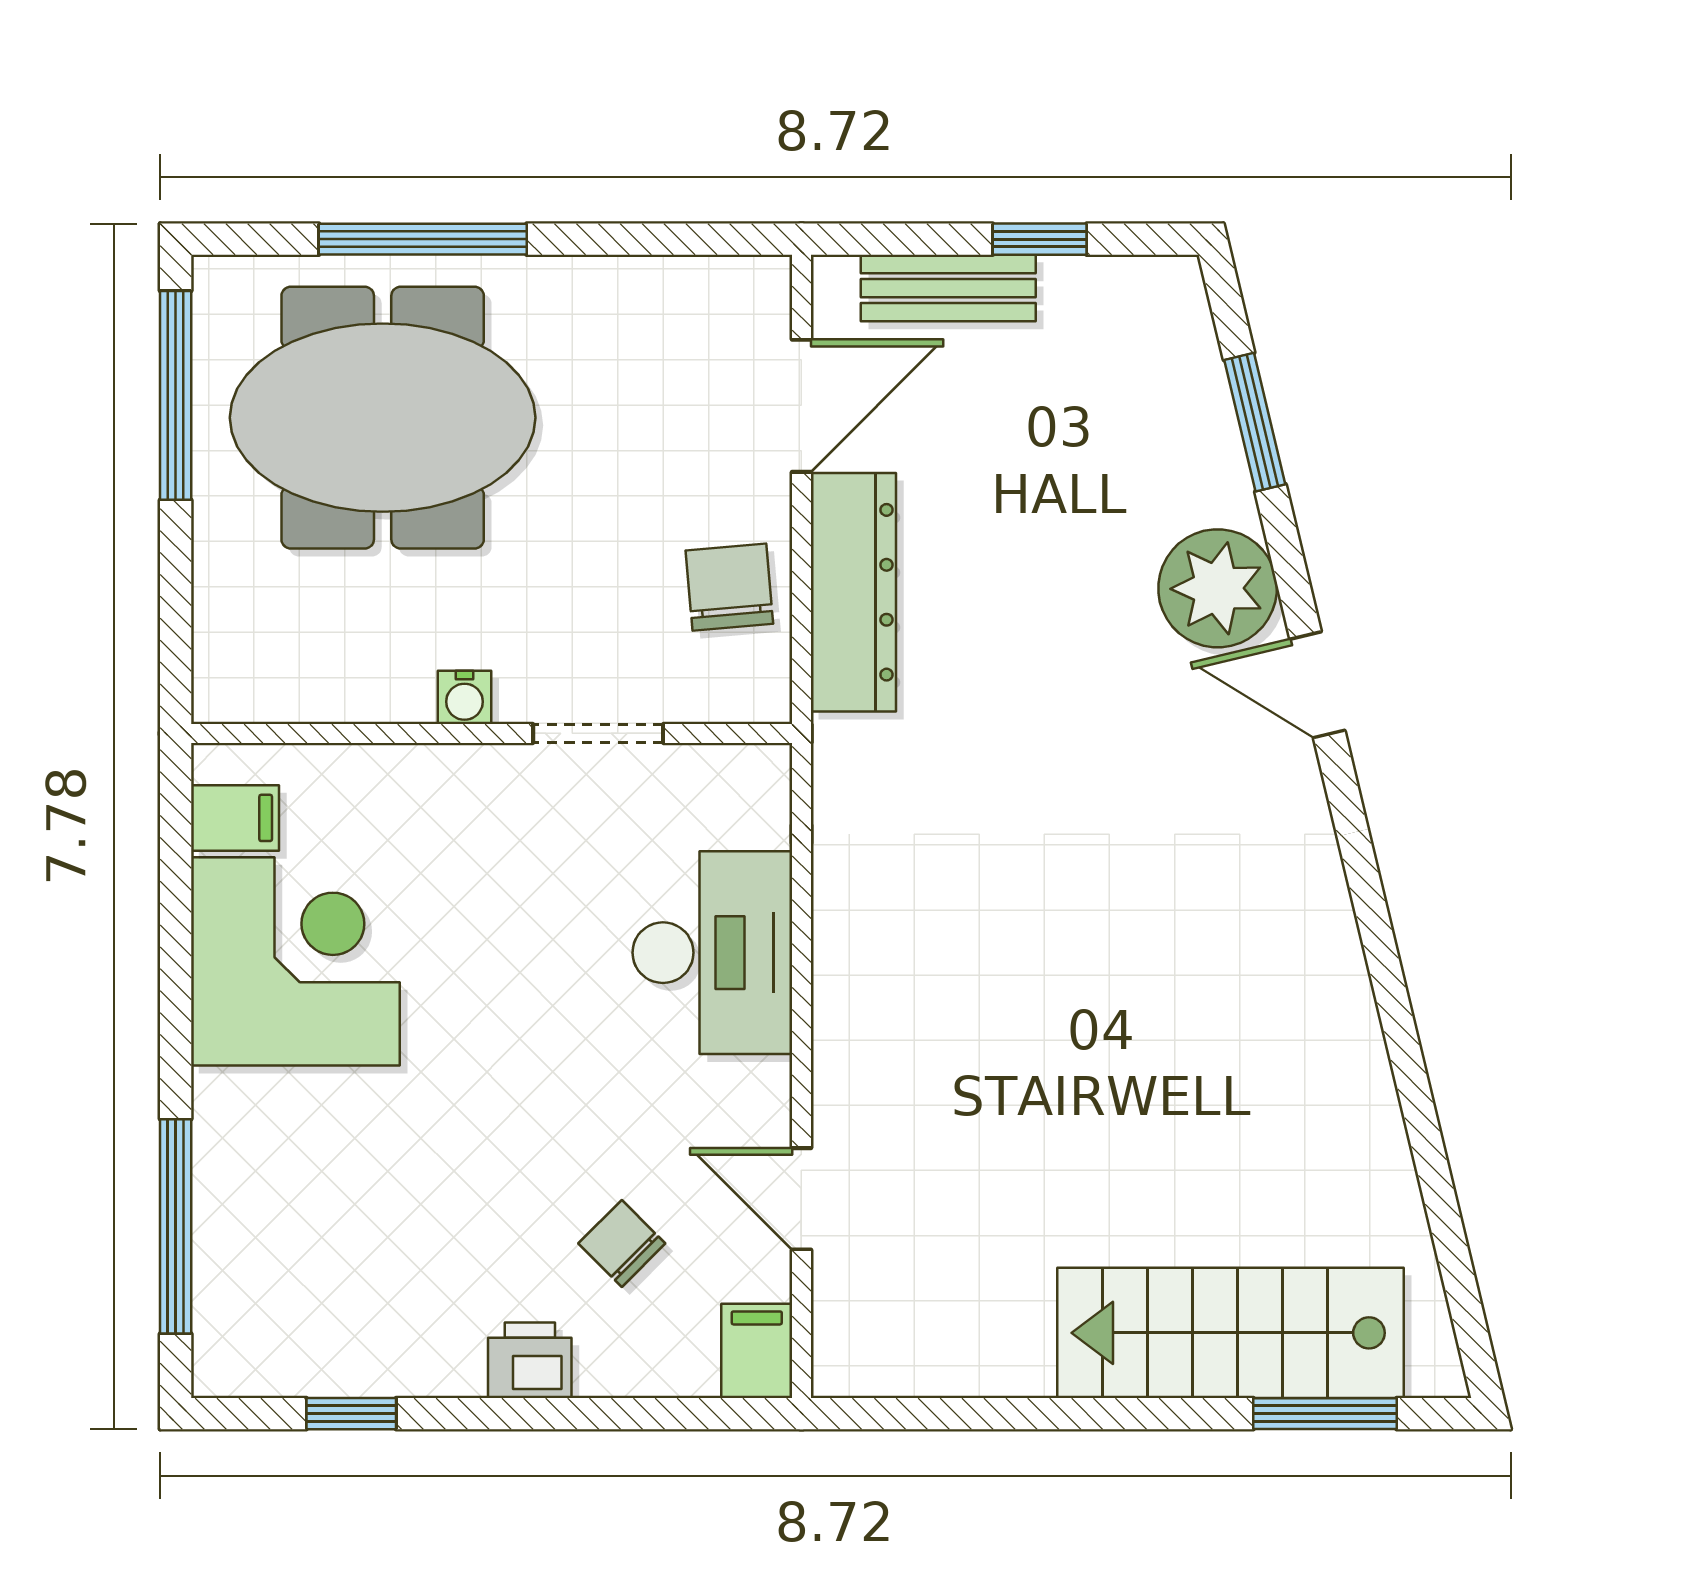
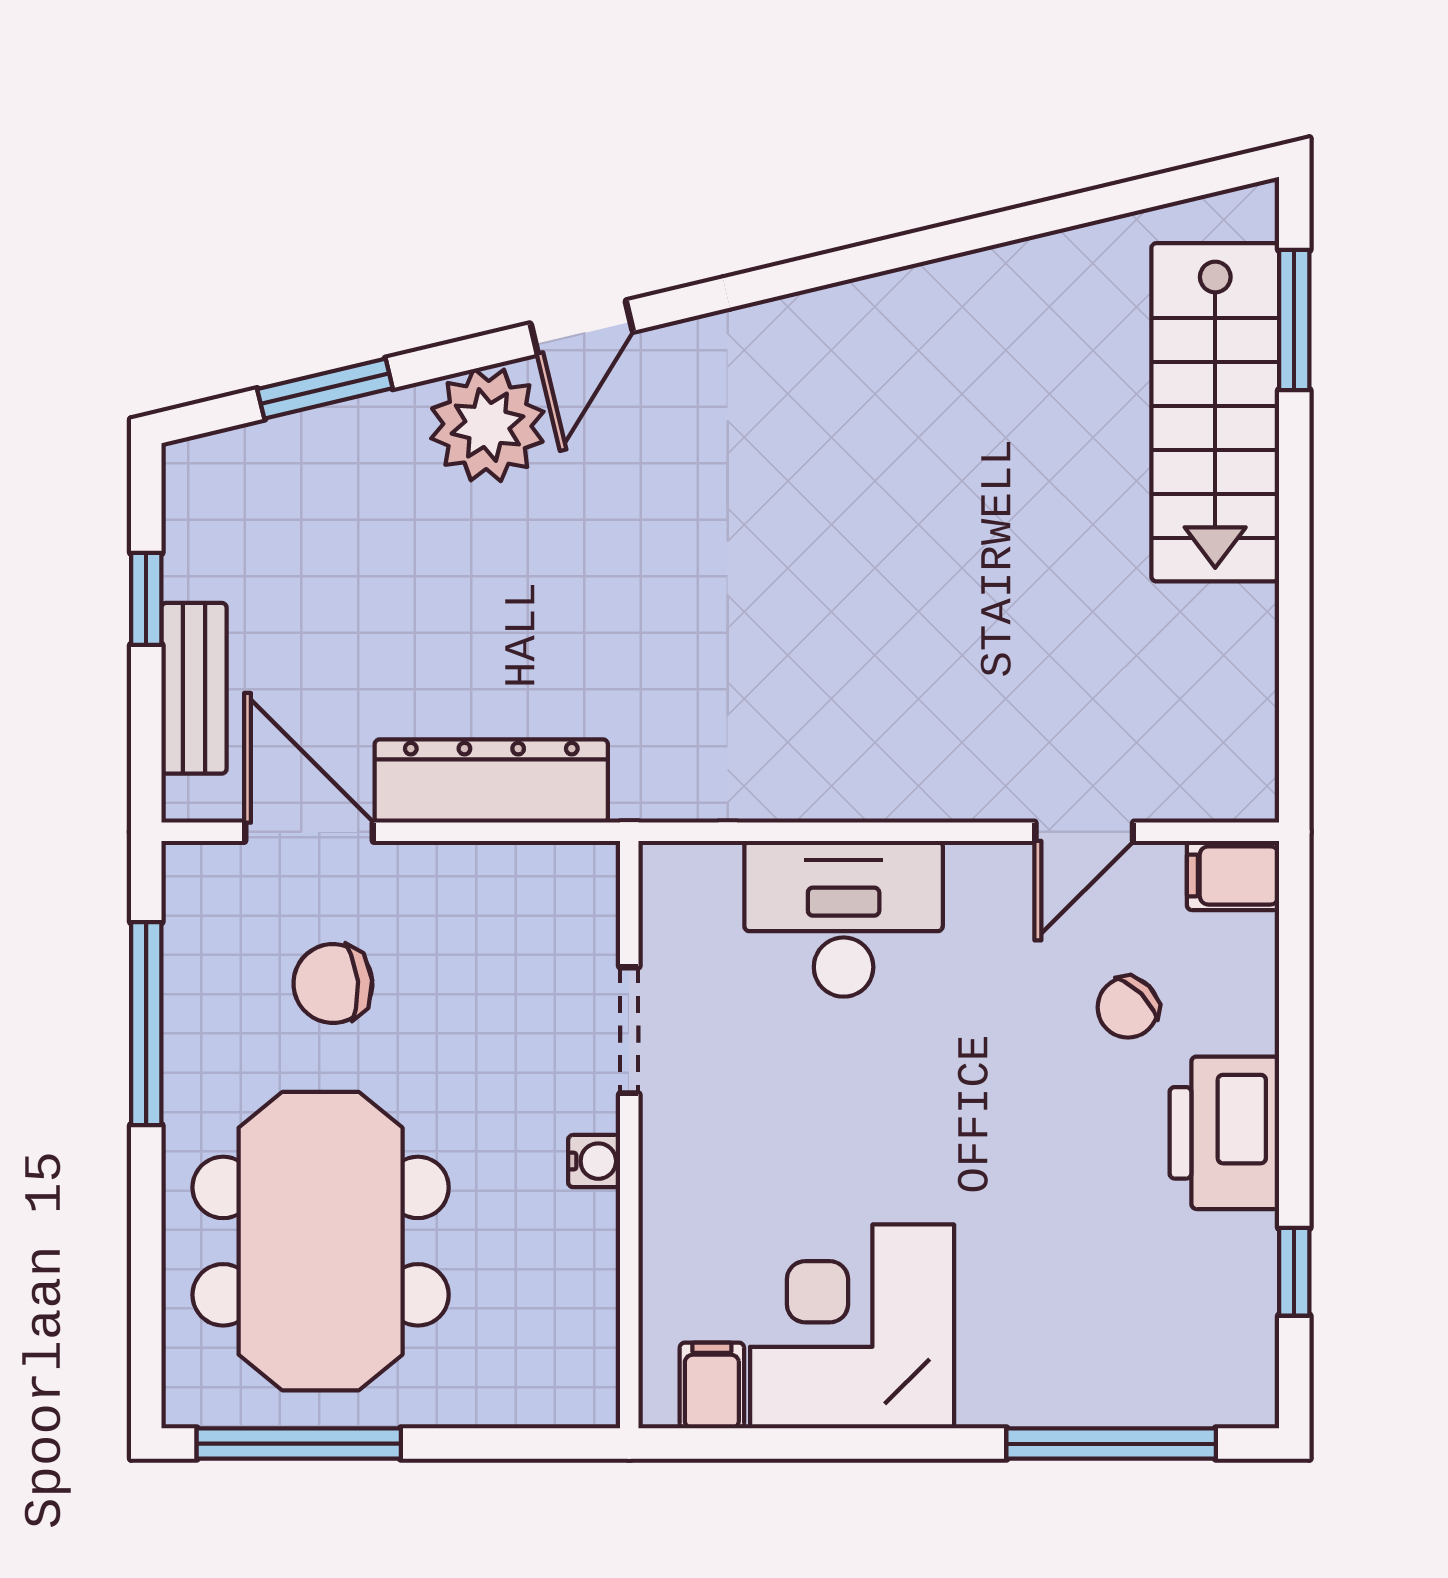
window: (423, 239) -> (146, 1024), moved
chair: (729, 587) -> (333, 984), moved
printer: (530, 1360) -> (1224, 1133), width x1.87, depth x1.48

